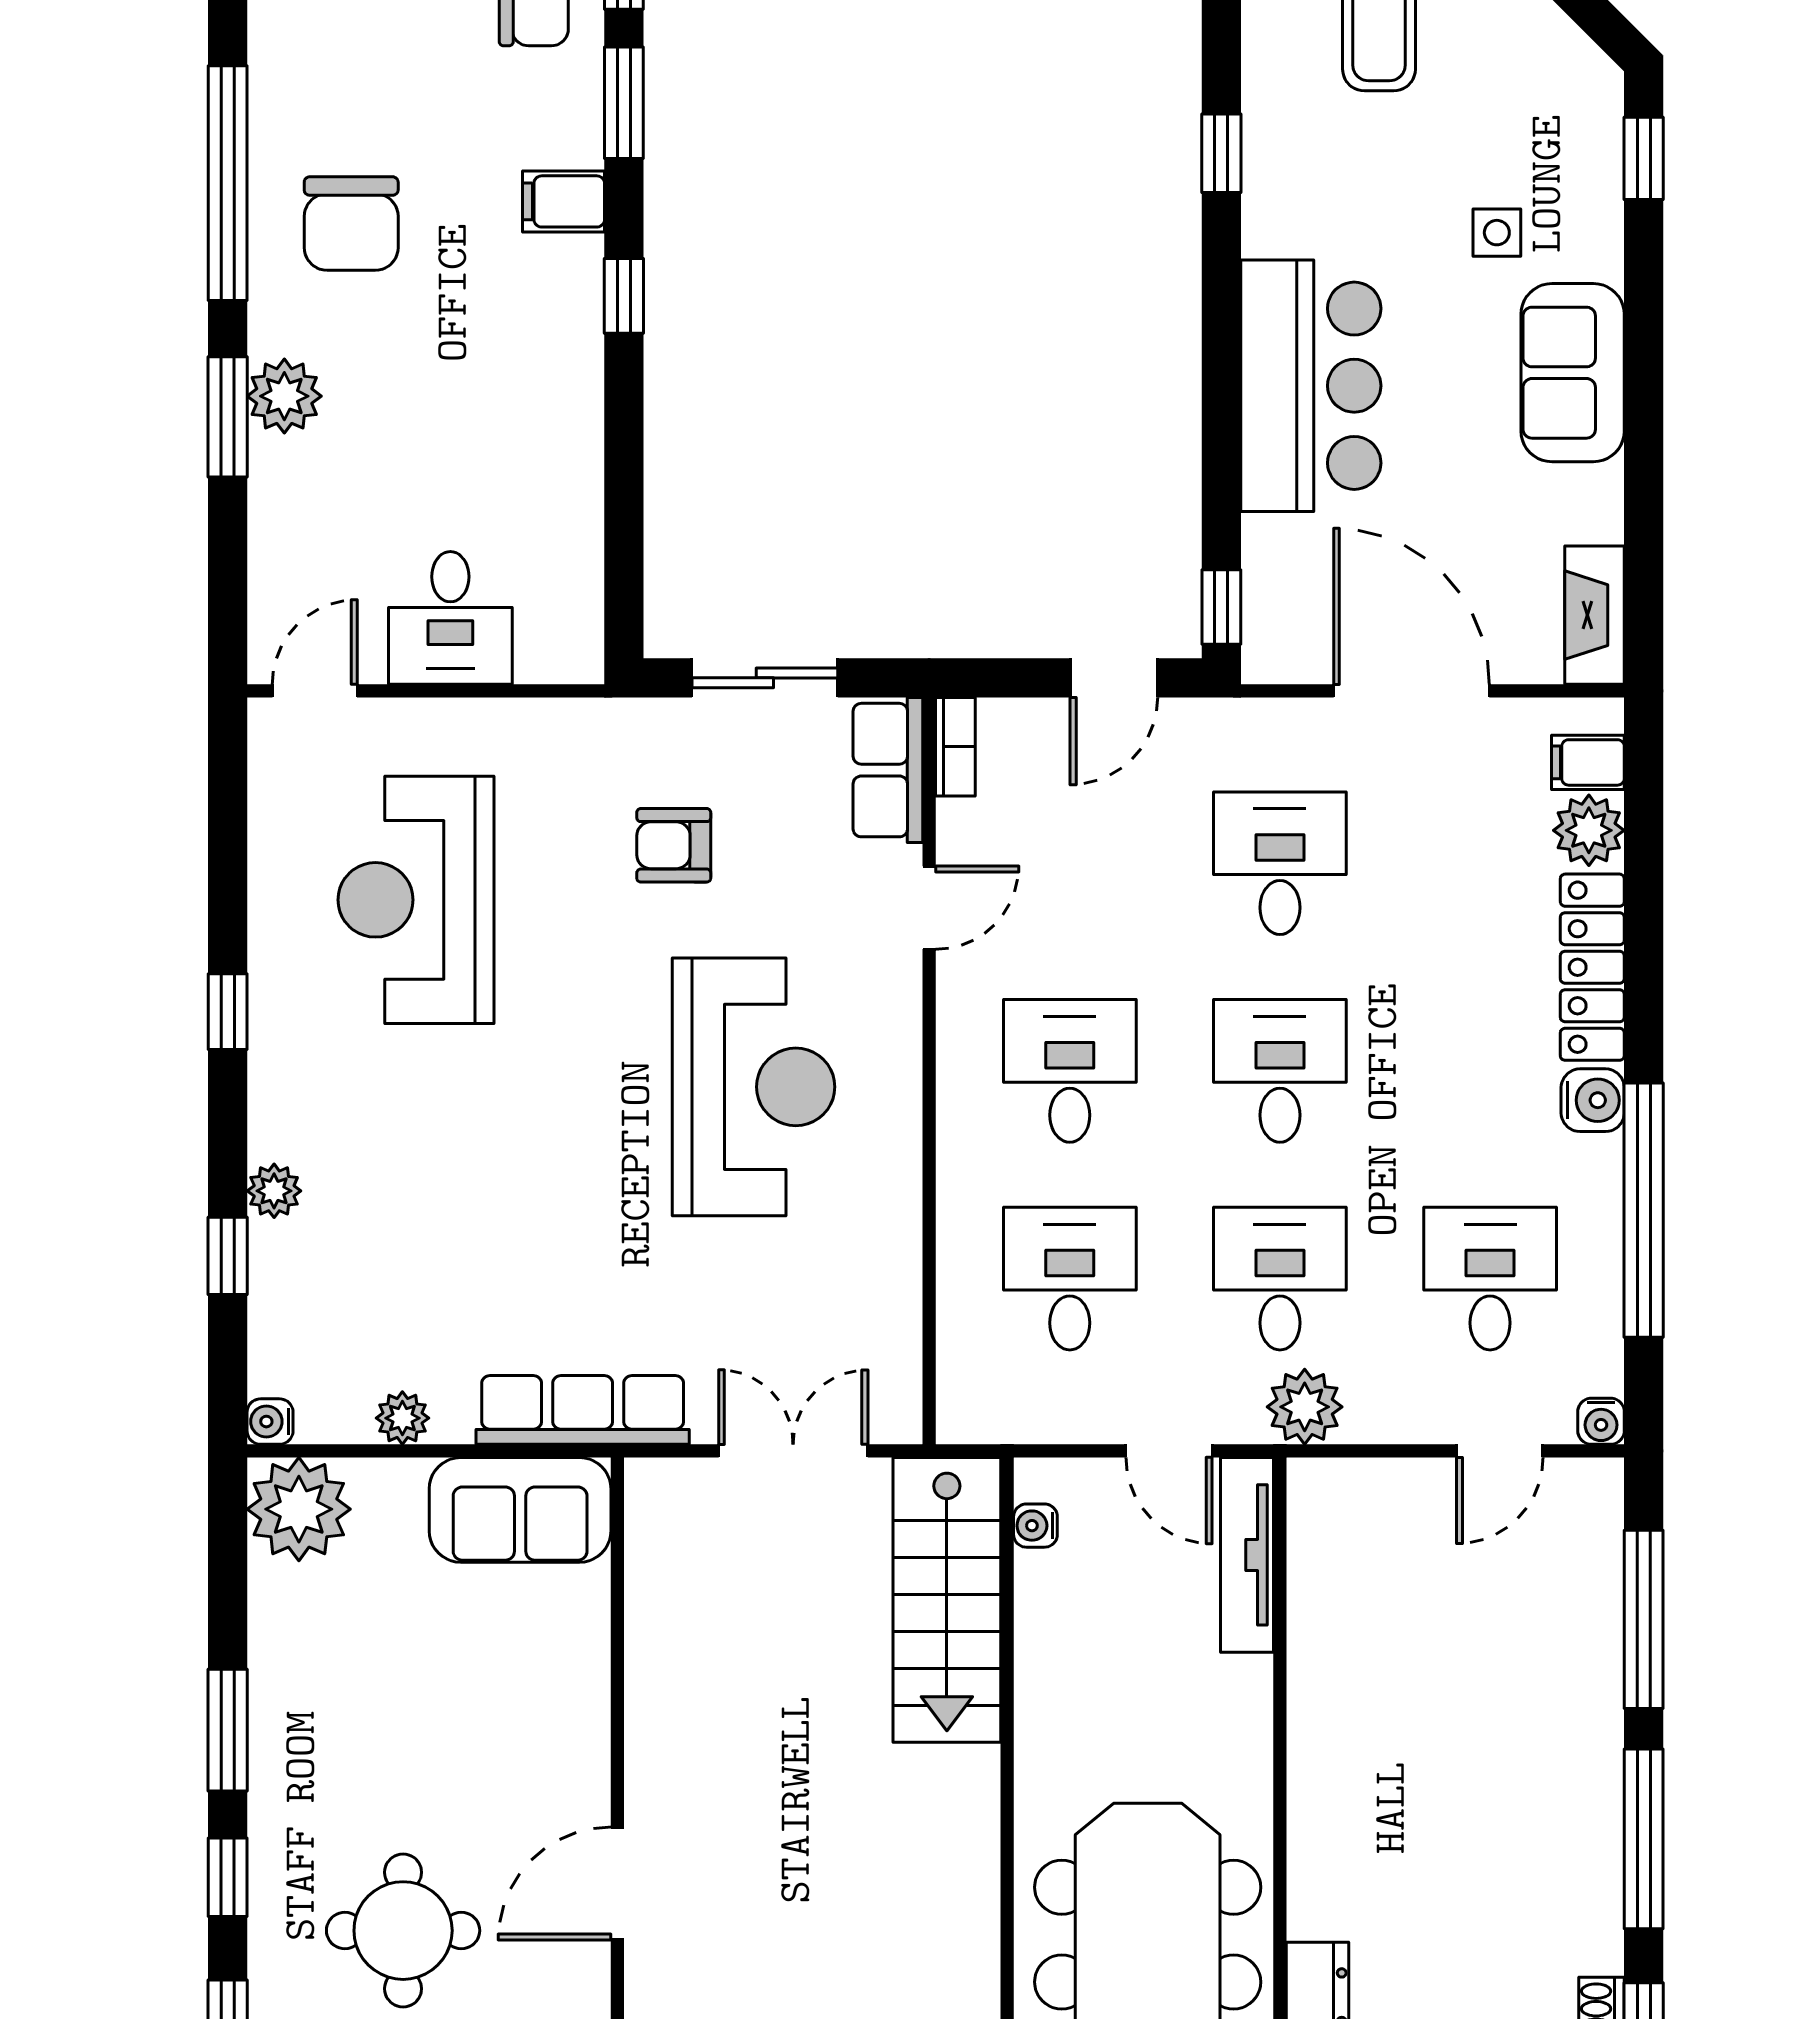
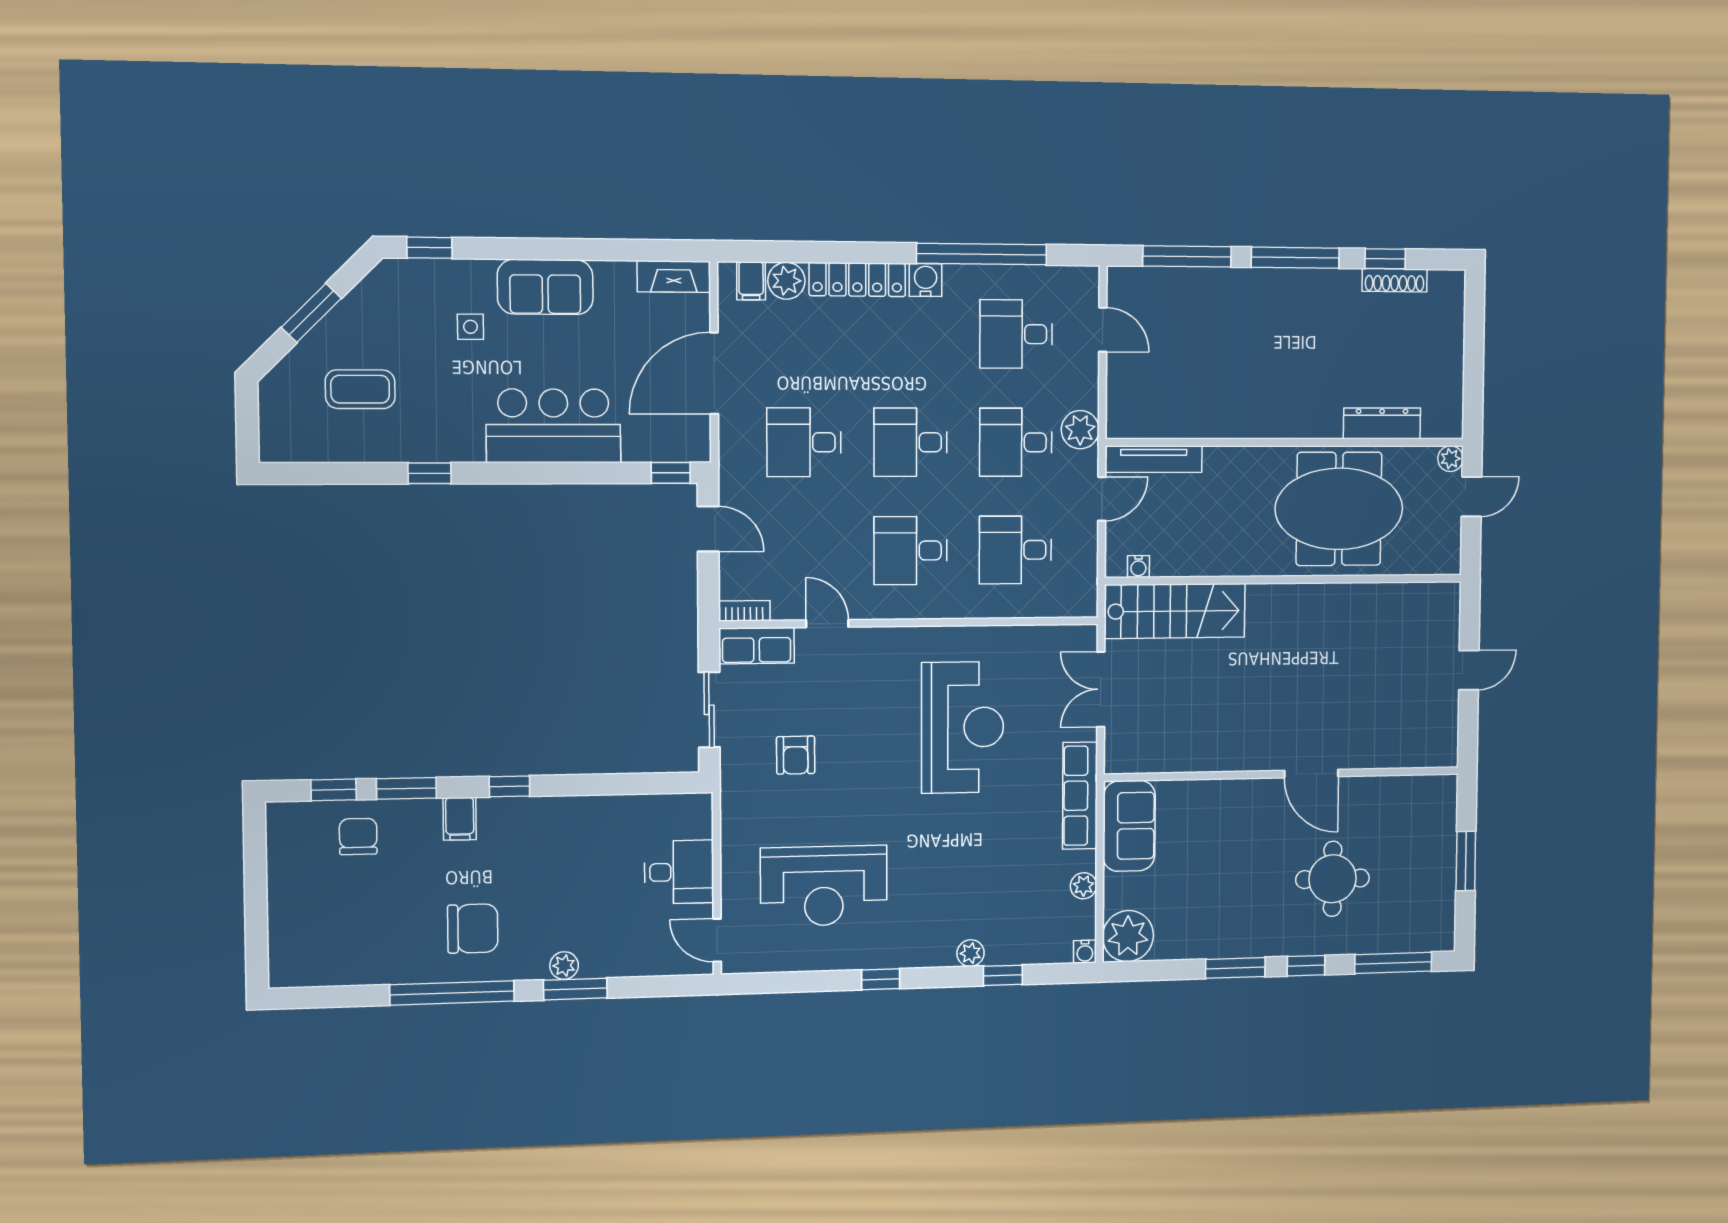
plant: (284, 396) -> (564, 966), width x0.73, depth x0.73
reception desk: (754, 1087) -> (963, 727), moved, turned 90
water cooler: (1601, 1421) -> (1088, 277), removed

